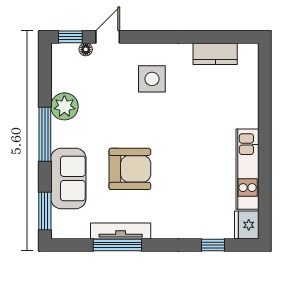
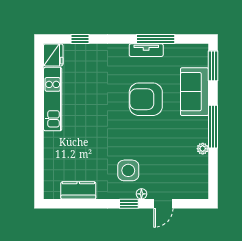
window: (70, 37) -> (129, 204), moved
floor lamp: (86, 49) -> (141, 194), moved
plant: (64, 106) -> (203, 149), width x0.53, depth x0.53
tv unit: (121, 231) -> (146, 50), width x0.71

